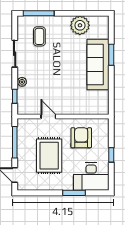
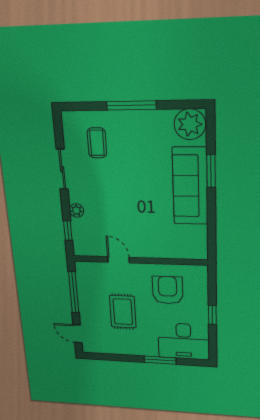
window: (39, 13) -> (131, 105), moved
plant: (80, 25) -> (190, 124), moved
rug: (49, 156) -> (123, 312), width x0.73, depth x0.70

